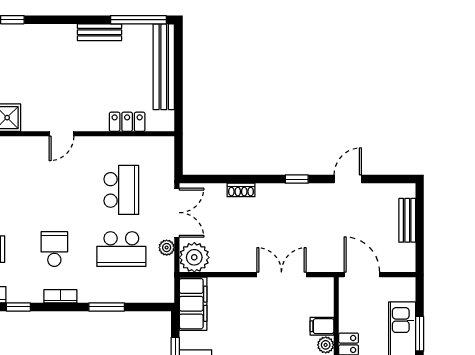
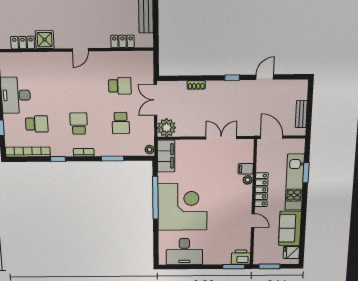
school desk: (121, 190) -> (120, 86), width x0.54
double door: (177, 213) -> (155, 100), swing flipped
bench: (407, 220) -> (301, 114), moved
plant: (167, 248) -> (150, 150), moved
school desk: (121, 249) -> (121, 123), width x0.54

